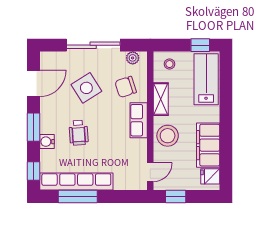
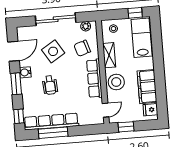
row of seats: (139, 120) -> (94, 78), width x1.48
water cooler: (47, 142) -> (25, 72), moved

